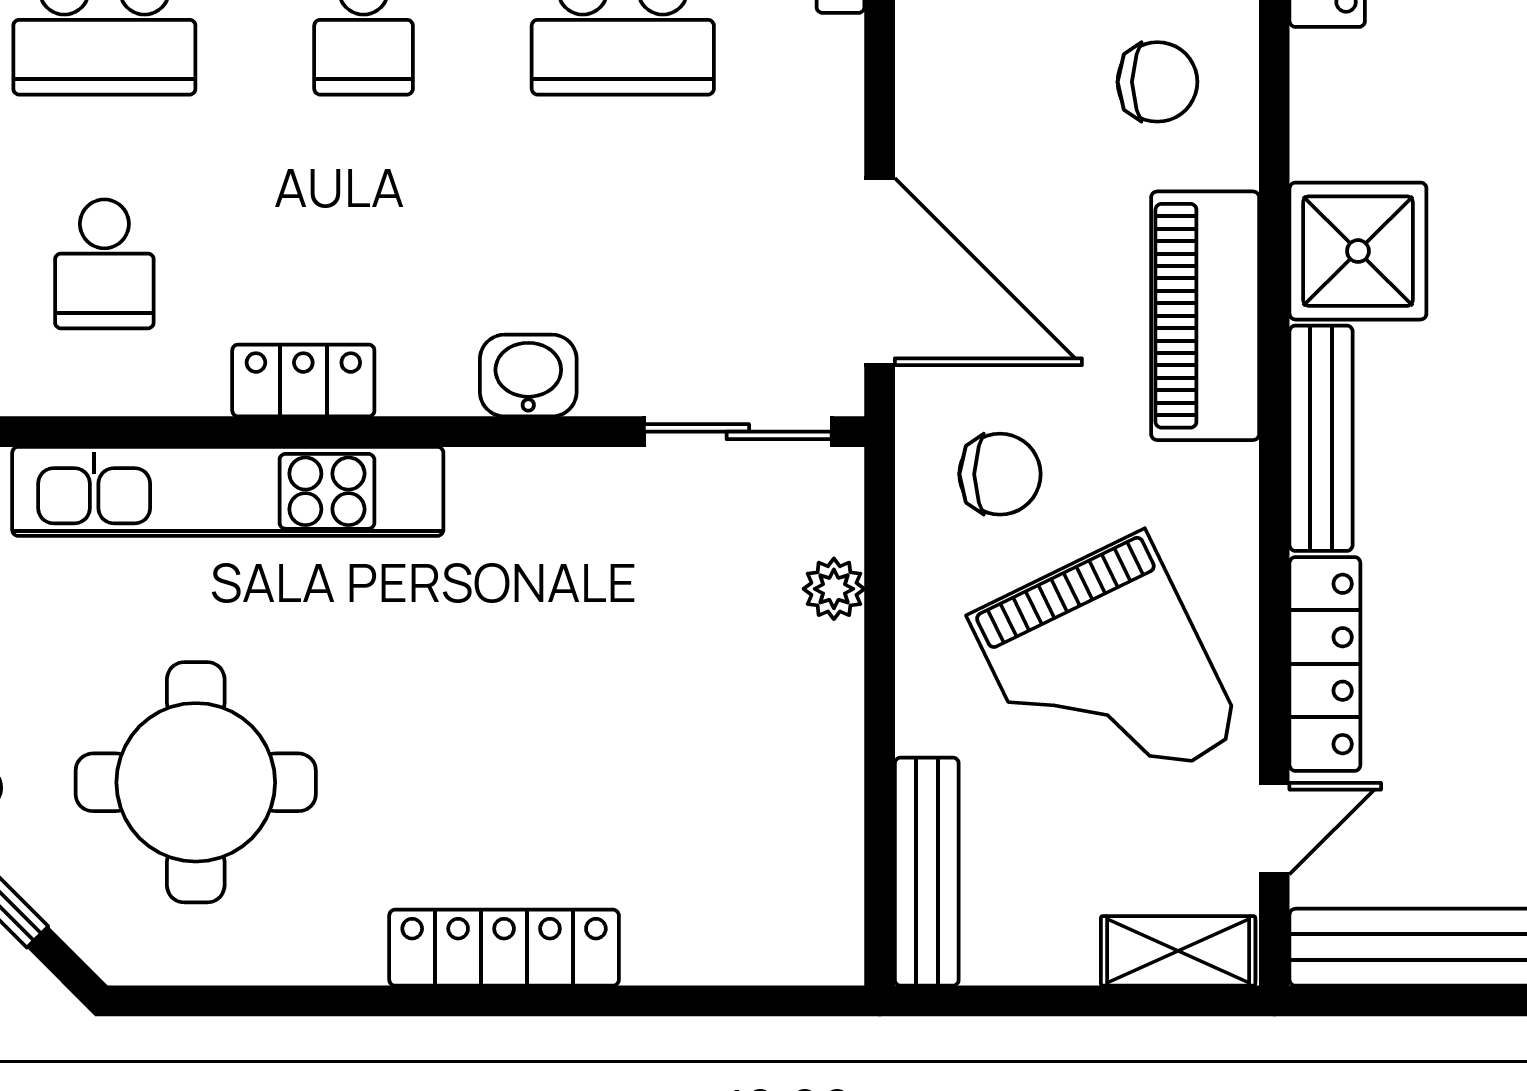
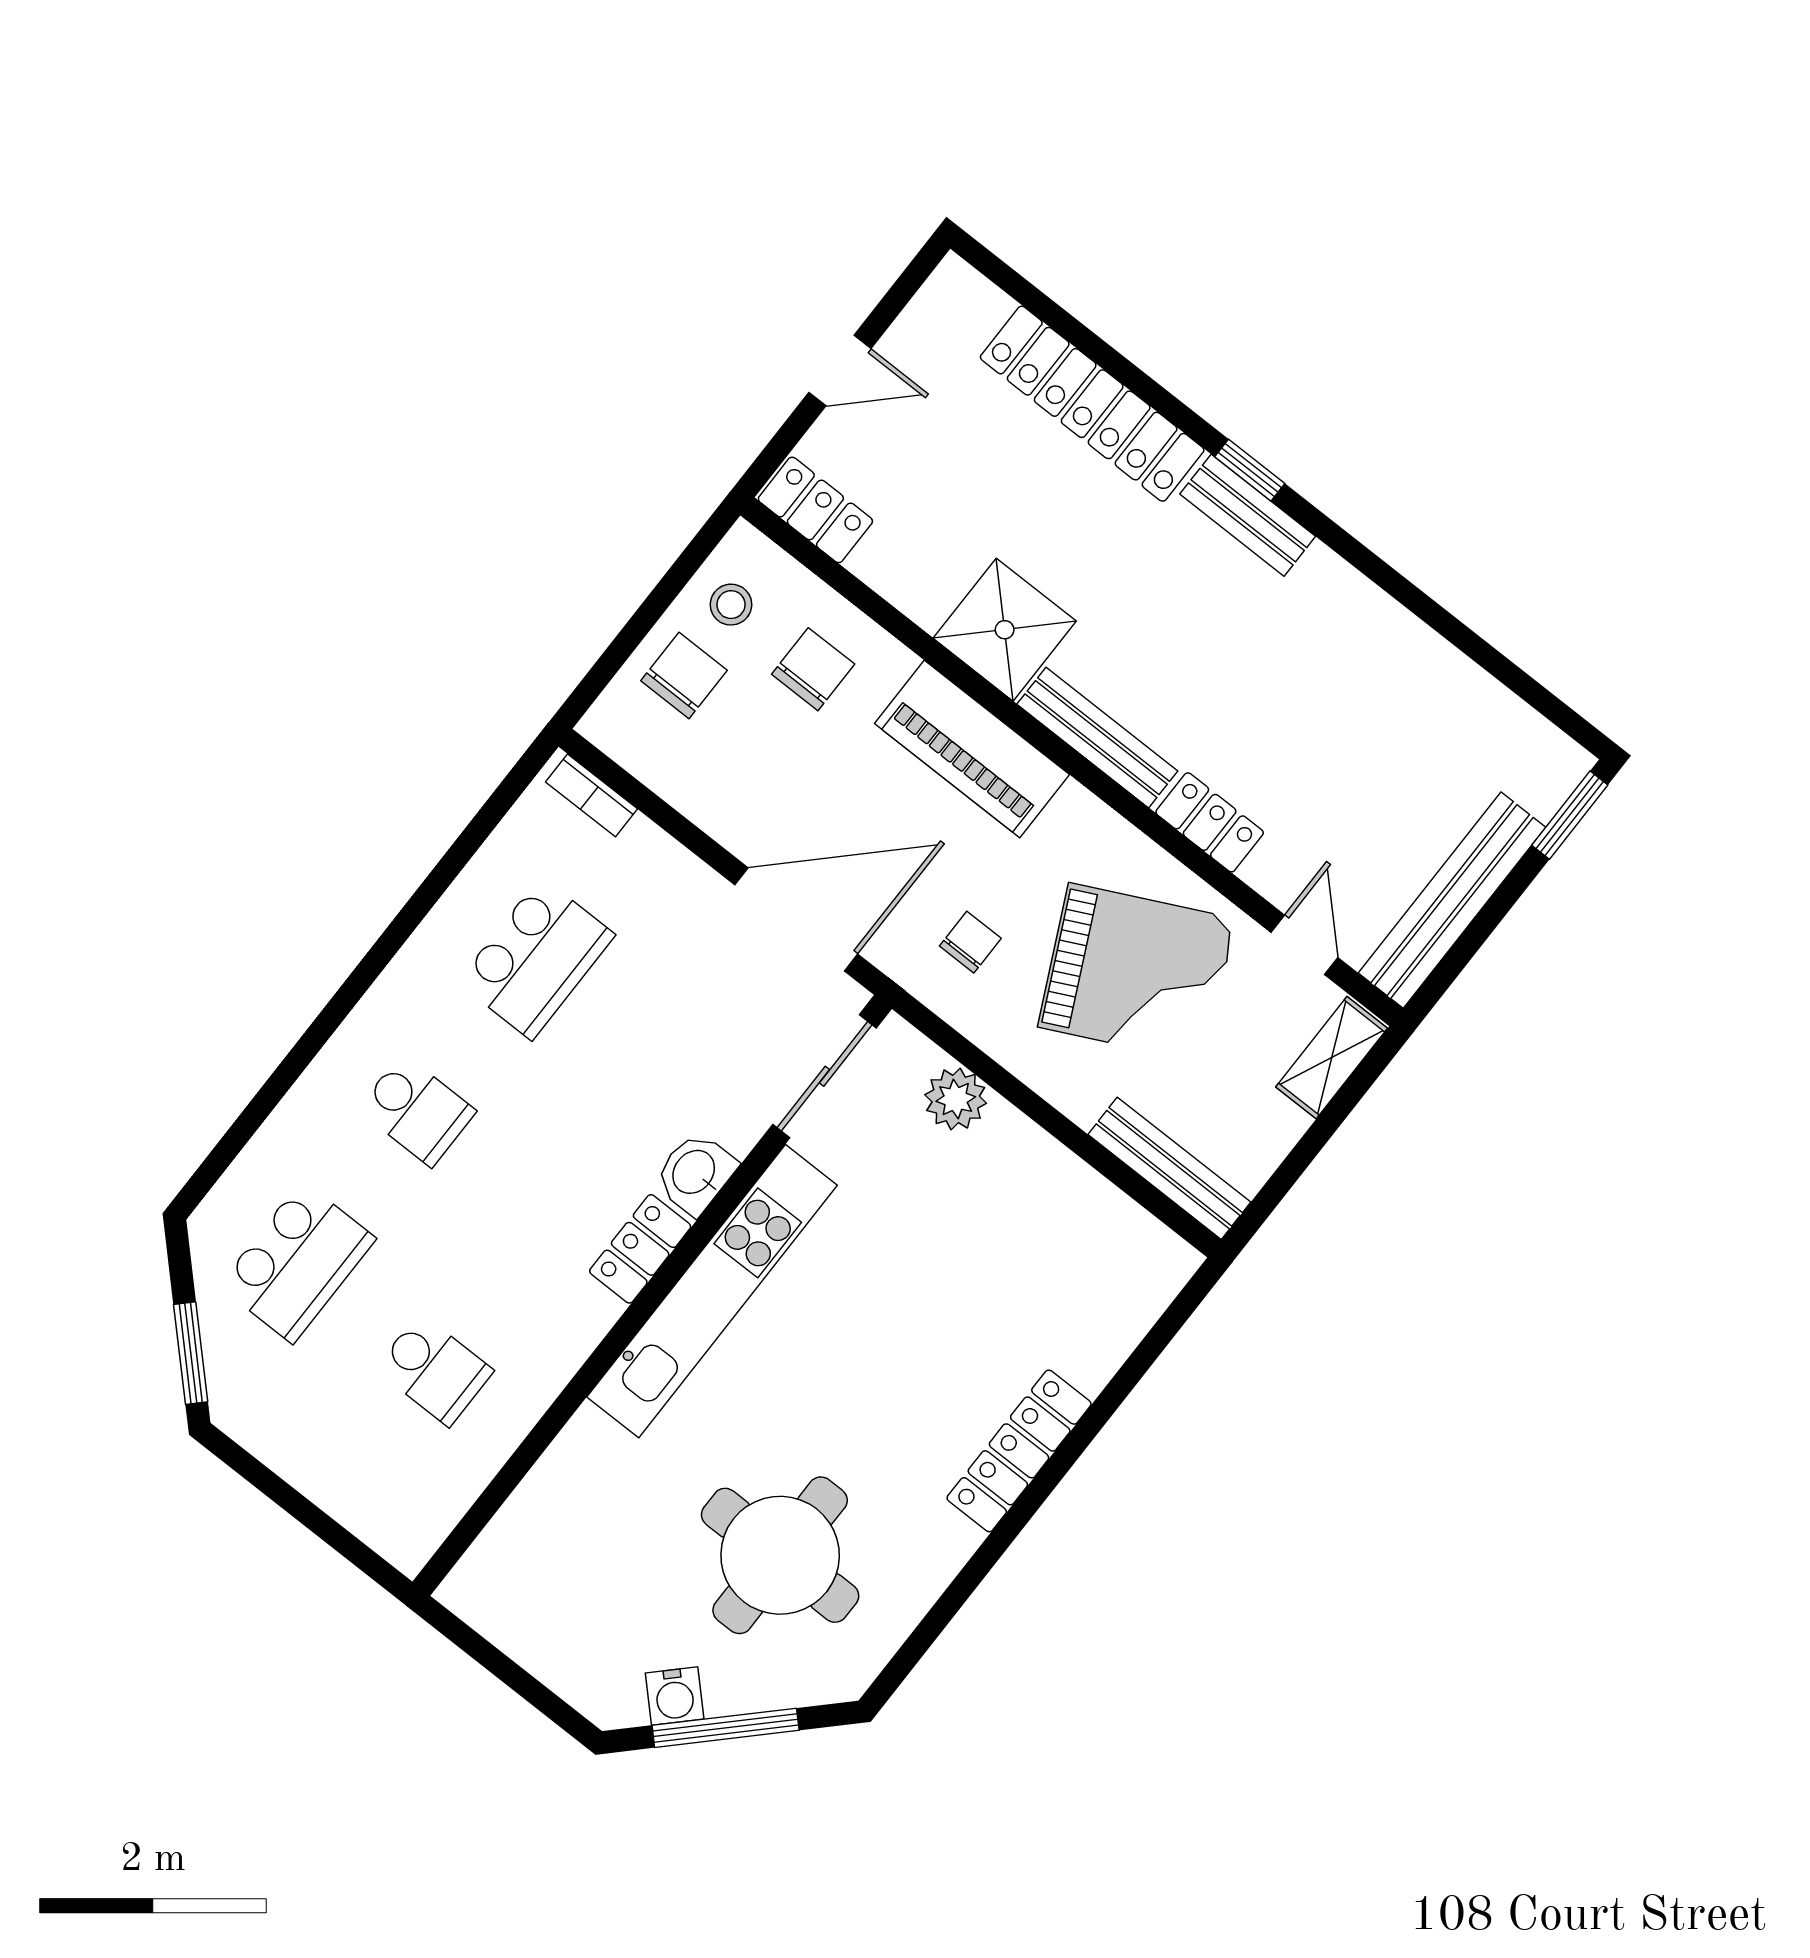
locker: (303, 380) -> (640, 1249), moved
chair: (1000, 474) -> (970, 942), width x0.73, depth x0.73
kitchen unit: (228, 491) -> (712, 1291), moved
plant: (834, 589) -> (956, 1099), width x1.38, depth x1.38
locker: (1325, 664) -> (1210, 822), width x0.66

